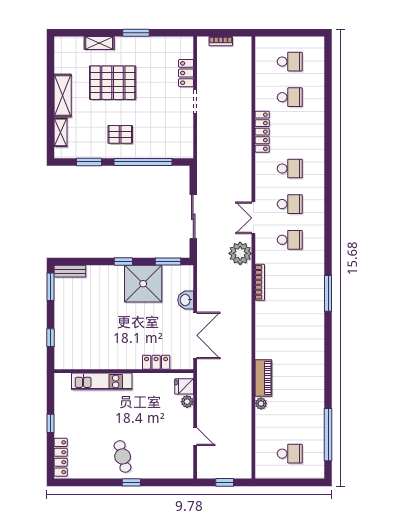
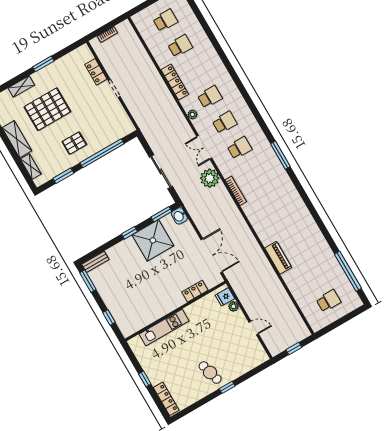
window: (328, 293) -> (280, 155), moved
washbasin: (186, 300) -> (179, 216), moved
plant: (261, 403) -> (192, 114), moved

